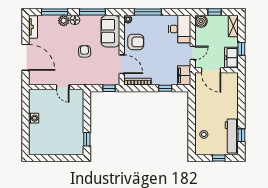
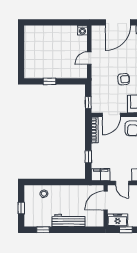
washing machine: (34, 118) -> (82, 30), moved
workbench: (232, 136) -> (69, 221), moved
window: (87, 139) -> (49, 81), moved

